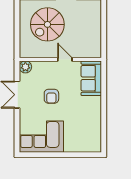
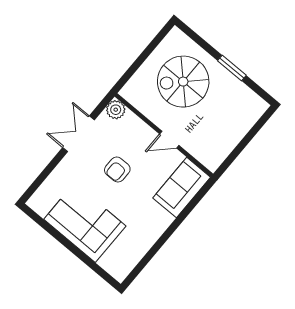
door: (65, 59) -> (169, 140), swing flipped
corner sofa: (41, 137) -> (85, 223), moved

